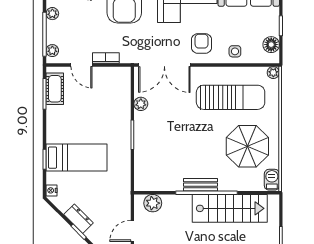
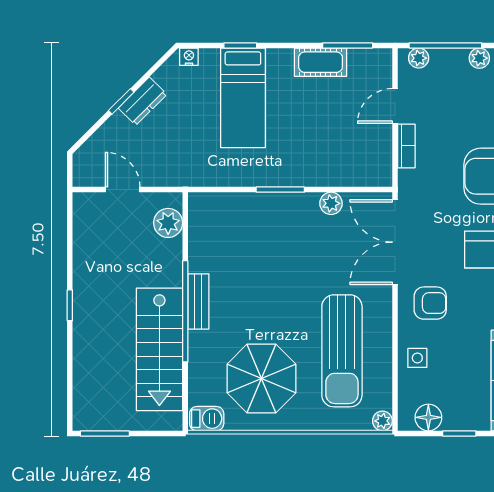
cot: (55, 89) -> (321, 62), moved

